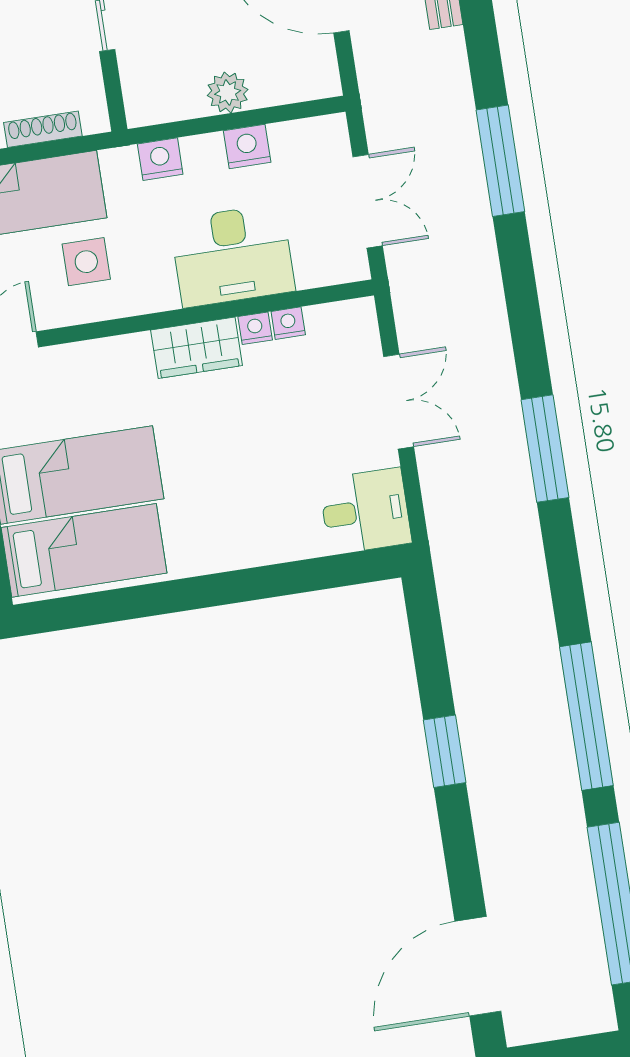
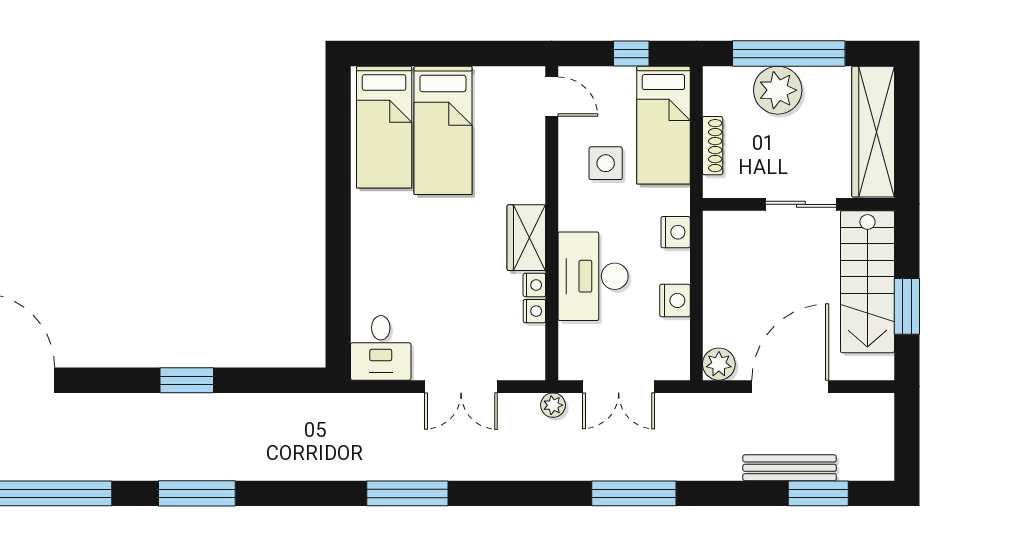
plant: (228, 92) -> (719, 364), moved
plant: (404, 281) -> (553, 405), added
window: (586, 716) -> (197, 493), width x0.68

